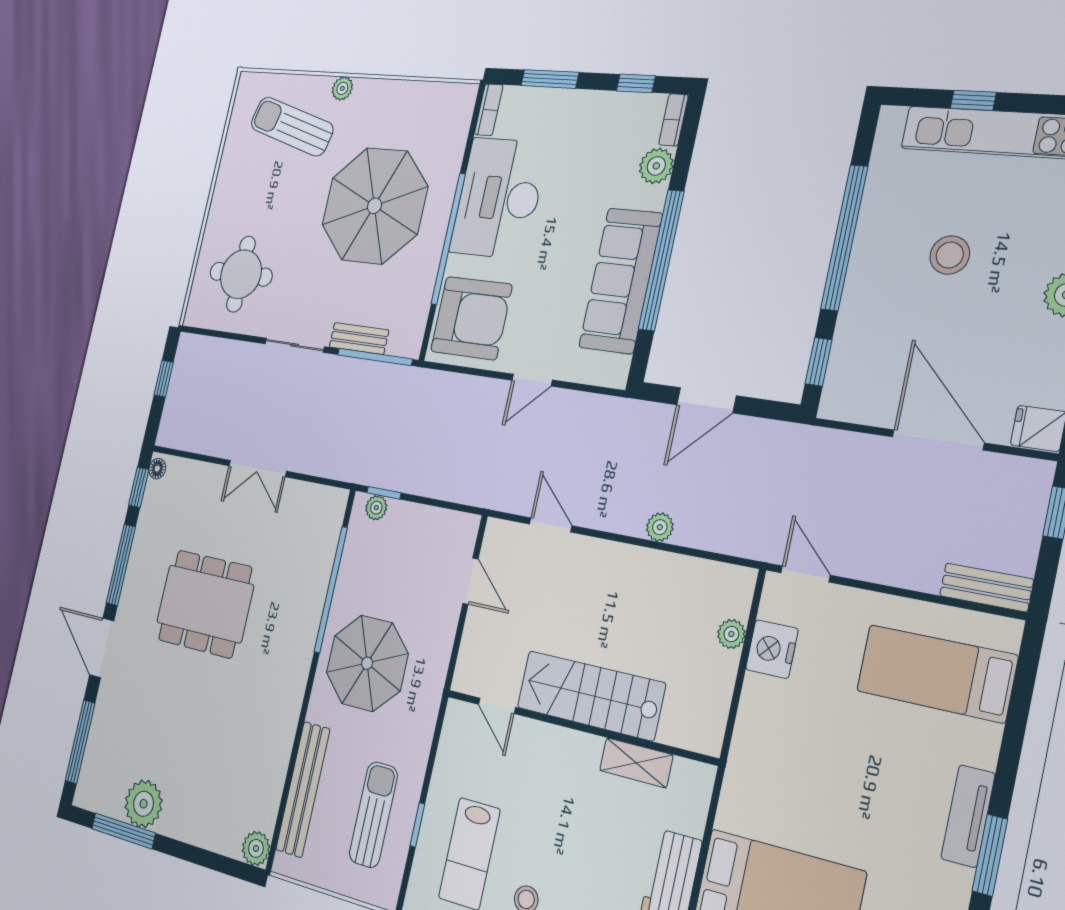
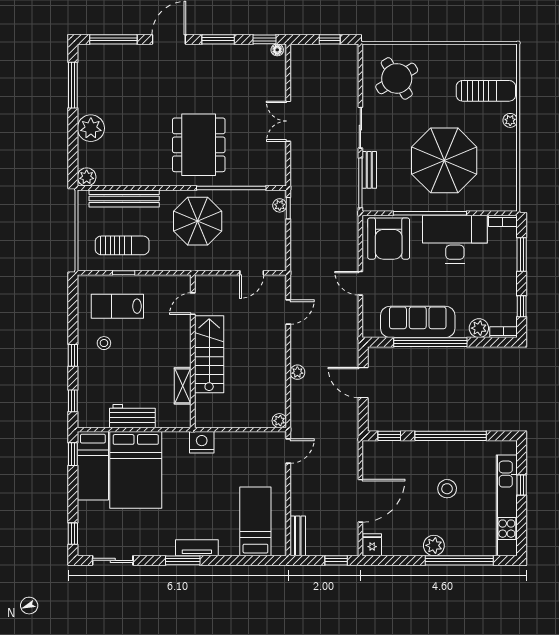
sun lounger: (292, 126) -> (486, 91), turned 75
round table: (241, 274) -> (397, 78), turned -32
window: (121, 565) -> (218, 39), width x0.69
dining table: (205, 604) -> (199, 145), moved
plant: (731, 634) -> (279, 421), moved
nightstand: (772, 649) -> (202, 442), moved
plant: (144, 804) -> (91, 128), moved

